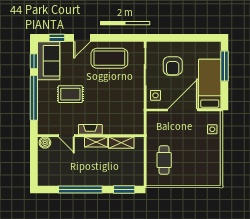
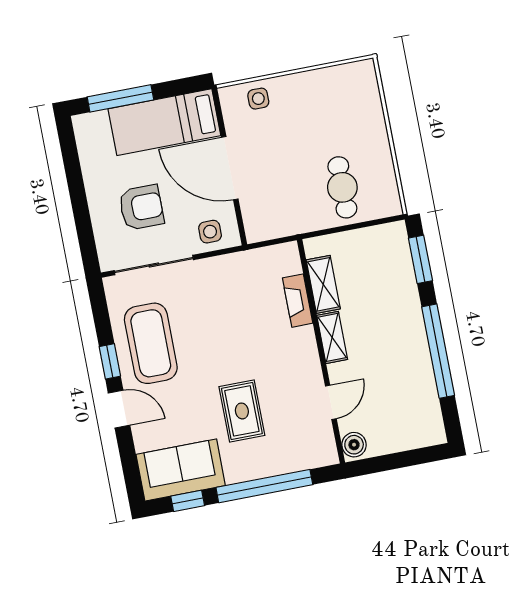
window: (57, 38) -> (110, 361), moved
fireplace: (90, 129) -> (298, 301), moved
cafe table: (164, 160) -> (342, 187), turned 90

